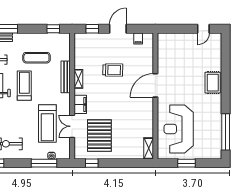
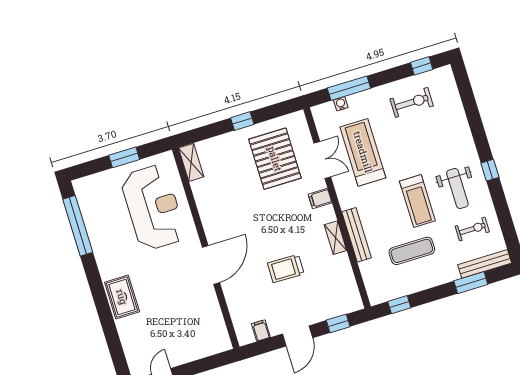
filing cabinet: (80, 104) -> (320, 198), width x0.50
window: (92, 163) -> (242, 121), moved

